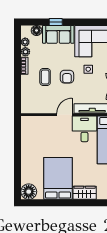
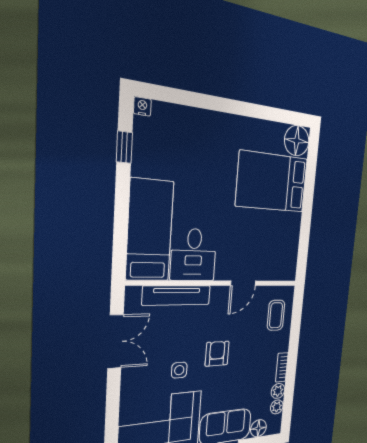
coffee table: (45, 77) -> (276, 315), moved
door: (65, 115) -> (243, 283), moved
bed: (58, 178) -> (272, 182), moved, turned 90
wardrobe: (85, 193) -> (202, 123), removed

